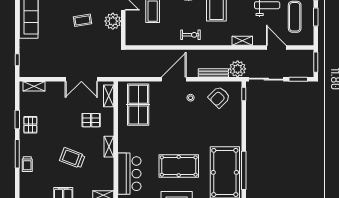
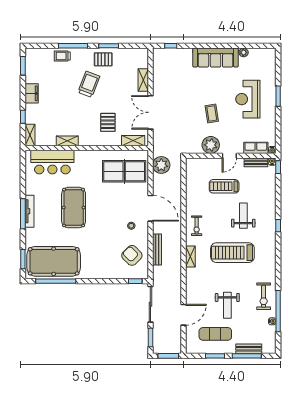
shelving: (242, 41) -> (190, 257), moved
plant: (238, 69) -> (161, 165), moved
shelving: (34, 86) -> (143, 80), moved
shelving: (109, 147) -> (67, 141), moved
trolley: (72, 158) -> (89, 84), moved
pool table: (179, 166) -> (74, 208), moved

